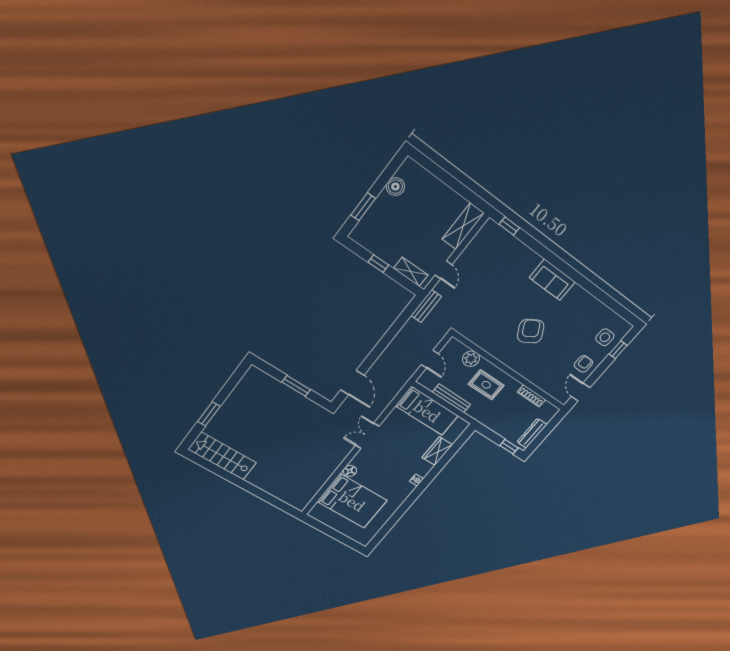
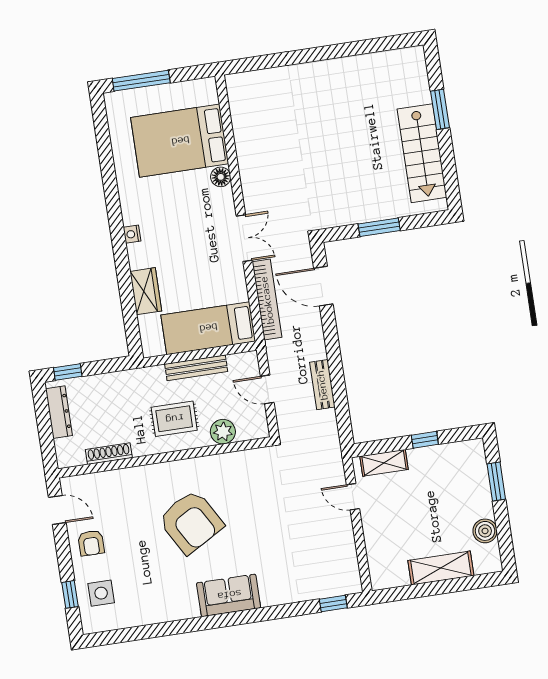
shelving: (463, 226) -> (441, 568), moved, turned 90
bench: (426, 306) -> (322, 385), moved
armchair: (531, 331) -> (191, 522), width x1.36, depth x1.36
bookcase: (386, 400) -> (267, 300), added
stairs: (222, 456) -> (422, 153), moved, turned 90
window: (343, 539) -> (141, 81), added

